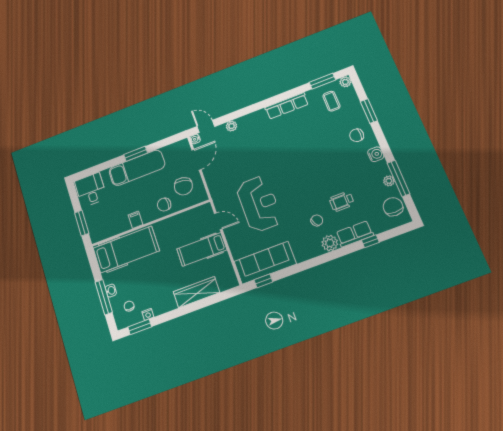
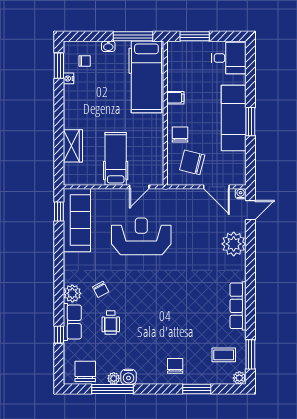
plant: (231, 126) -> (234, 244), width x1.88, depth x1.88
water cooler: (376, 154) -> (128, 377), moved
wheelchair: (342, 201) -> (111, 322), turned 180
reception desk: (259, 204) -> (141, 236), turned 180
chair: (393, 207) -> (85, 371), turned -90
wardrobe: (197, 292) -> (73, 146), width x0.67
window: (104, 297) -> (133, 36), moved

